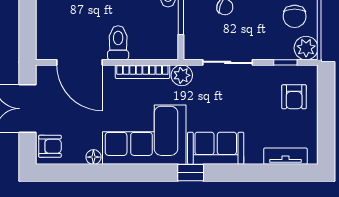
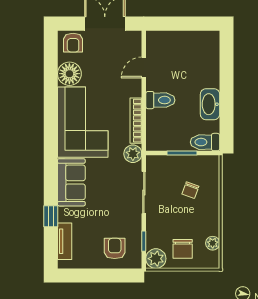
chair: (295, 16) -> (183, 249), turned -90
door: (80, 62) -> (144, 68), width x0.53
armchair: (294, 97) -> (115, 248), turned 90
floor lamp: (93, 157) -> (69, 74), width x1.89, depth x1.89
window: (191, 173) -> (51, 216), moved

